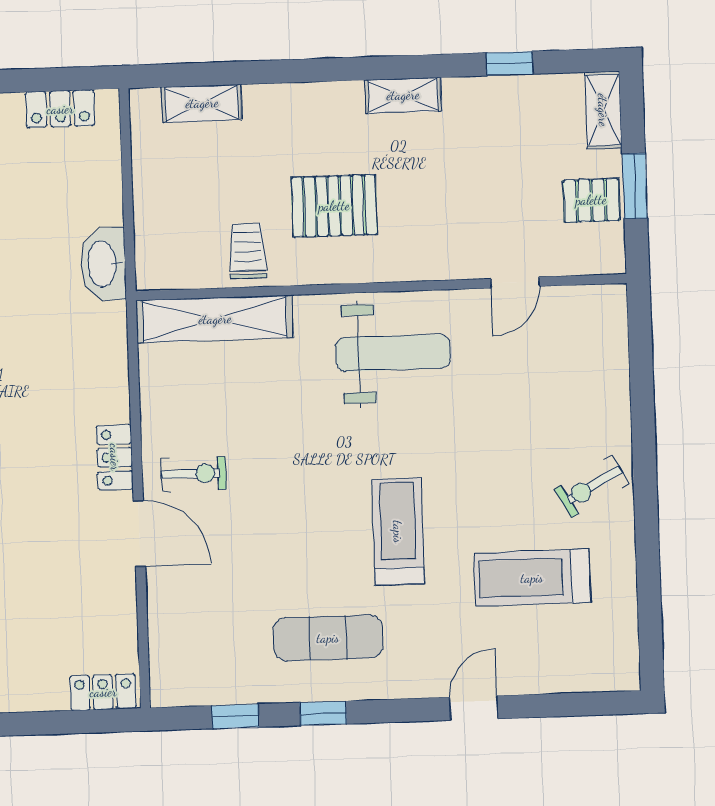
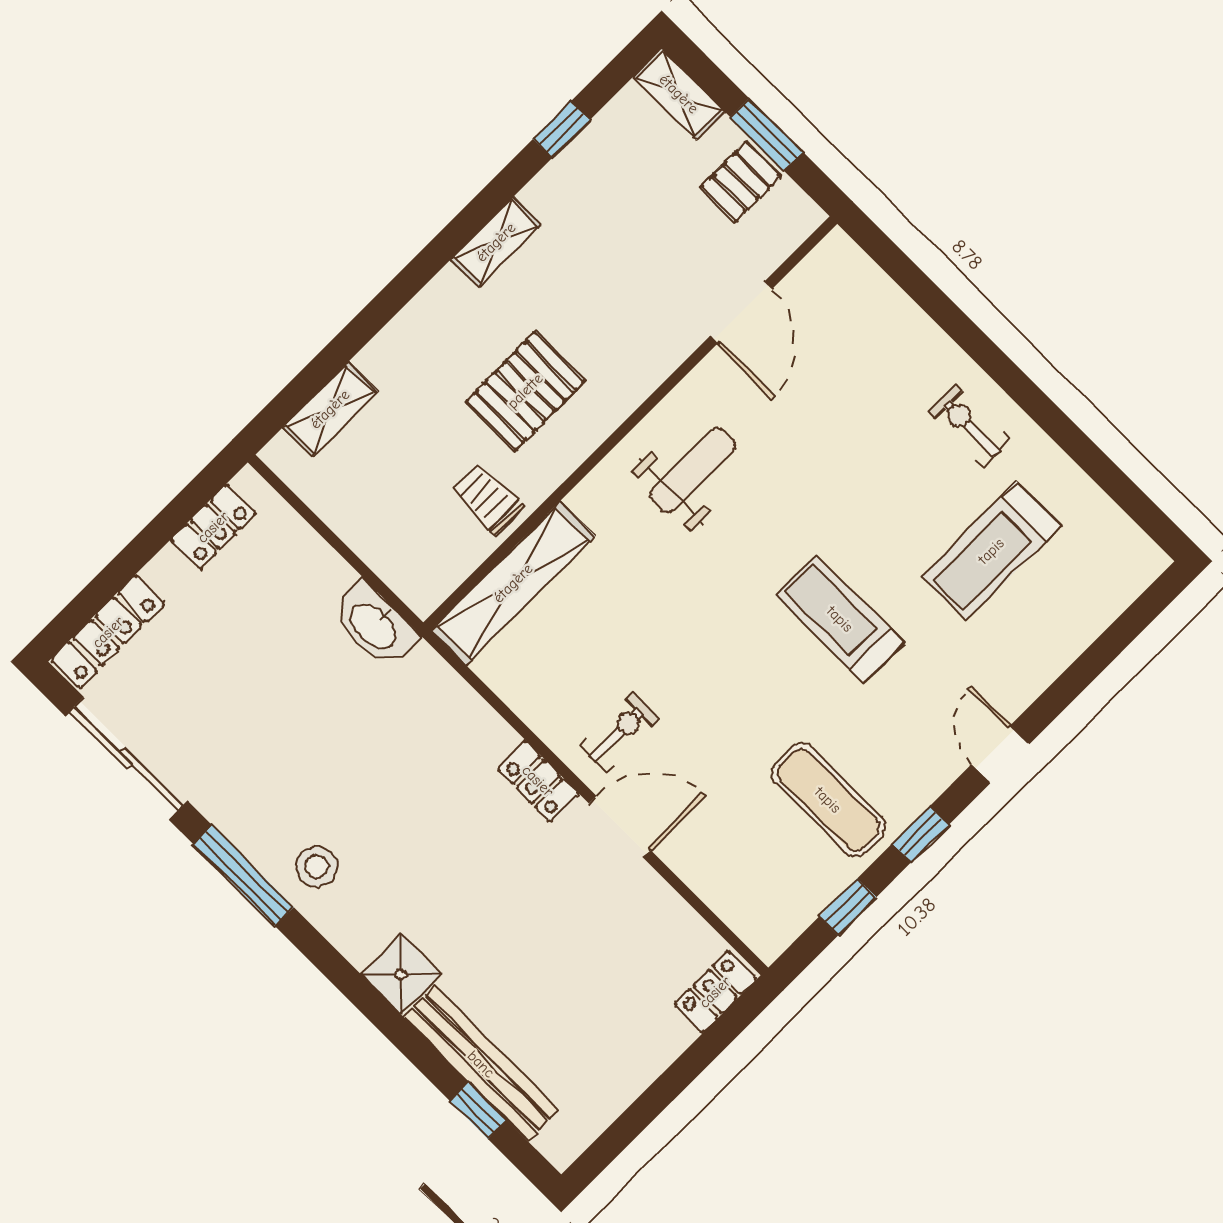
door: (515, 282) -> (741, 312), width x1.38
weight bench: (393, 353) -> (693, 470), width x0.73, depth x0.75
exercise bike: (592, 486) -> (969, 426), turned 119
exercise mat: (328, 638) -> (828, 800), moved, turned 90
door: (474, 708) -> (1000, 754), moved

